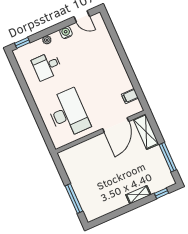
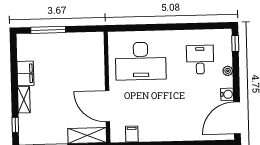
door: (82, 17) -> (237, 118), width x1.88
filing cabinet: (117, 202) -> (25, 73), added

